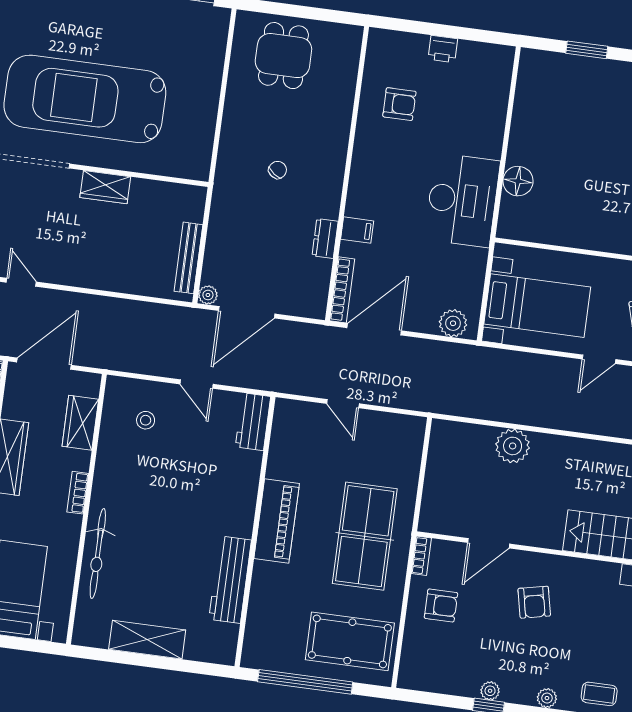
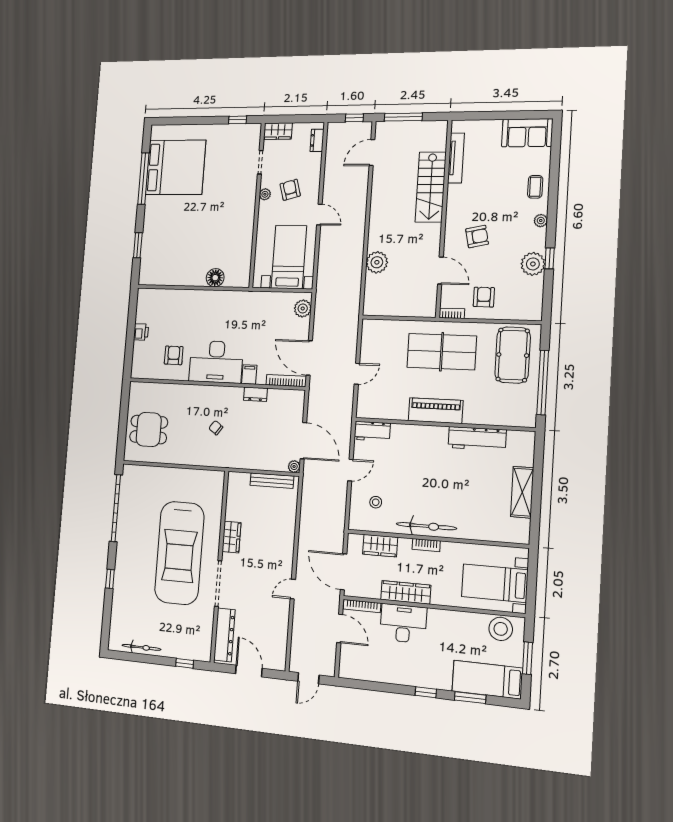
desk: (462, 200) -> (216, 362), moved, turned 180
bicycle: (98, 554) -> (426, 526), moved
plant: (490, 691) -> (533, 264), width x1.88, depth x1.88

